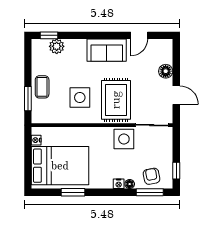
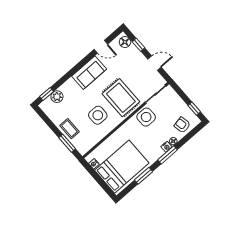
door: (139, 35) -> (101, 47), hinge flipped
window: (176, 65) -> (139, 45), added
floor lamp: (166, 71) -> (125, 42), moved
window: (150, 192) -> (167, 155), moved

